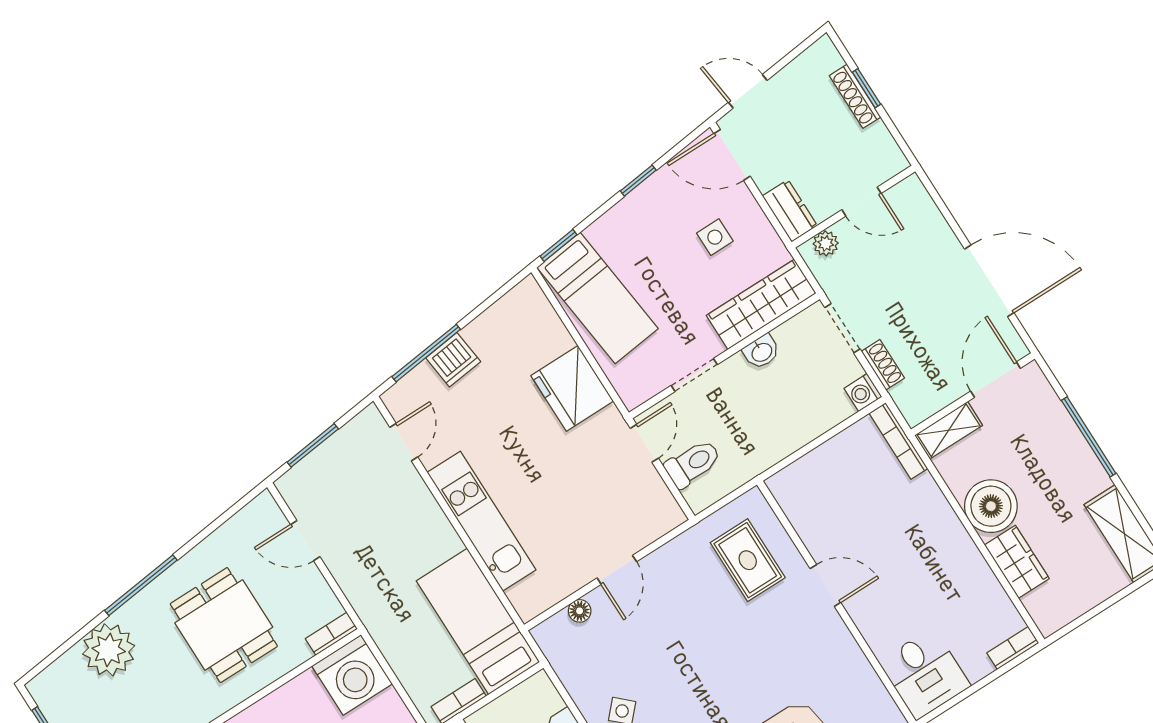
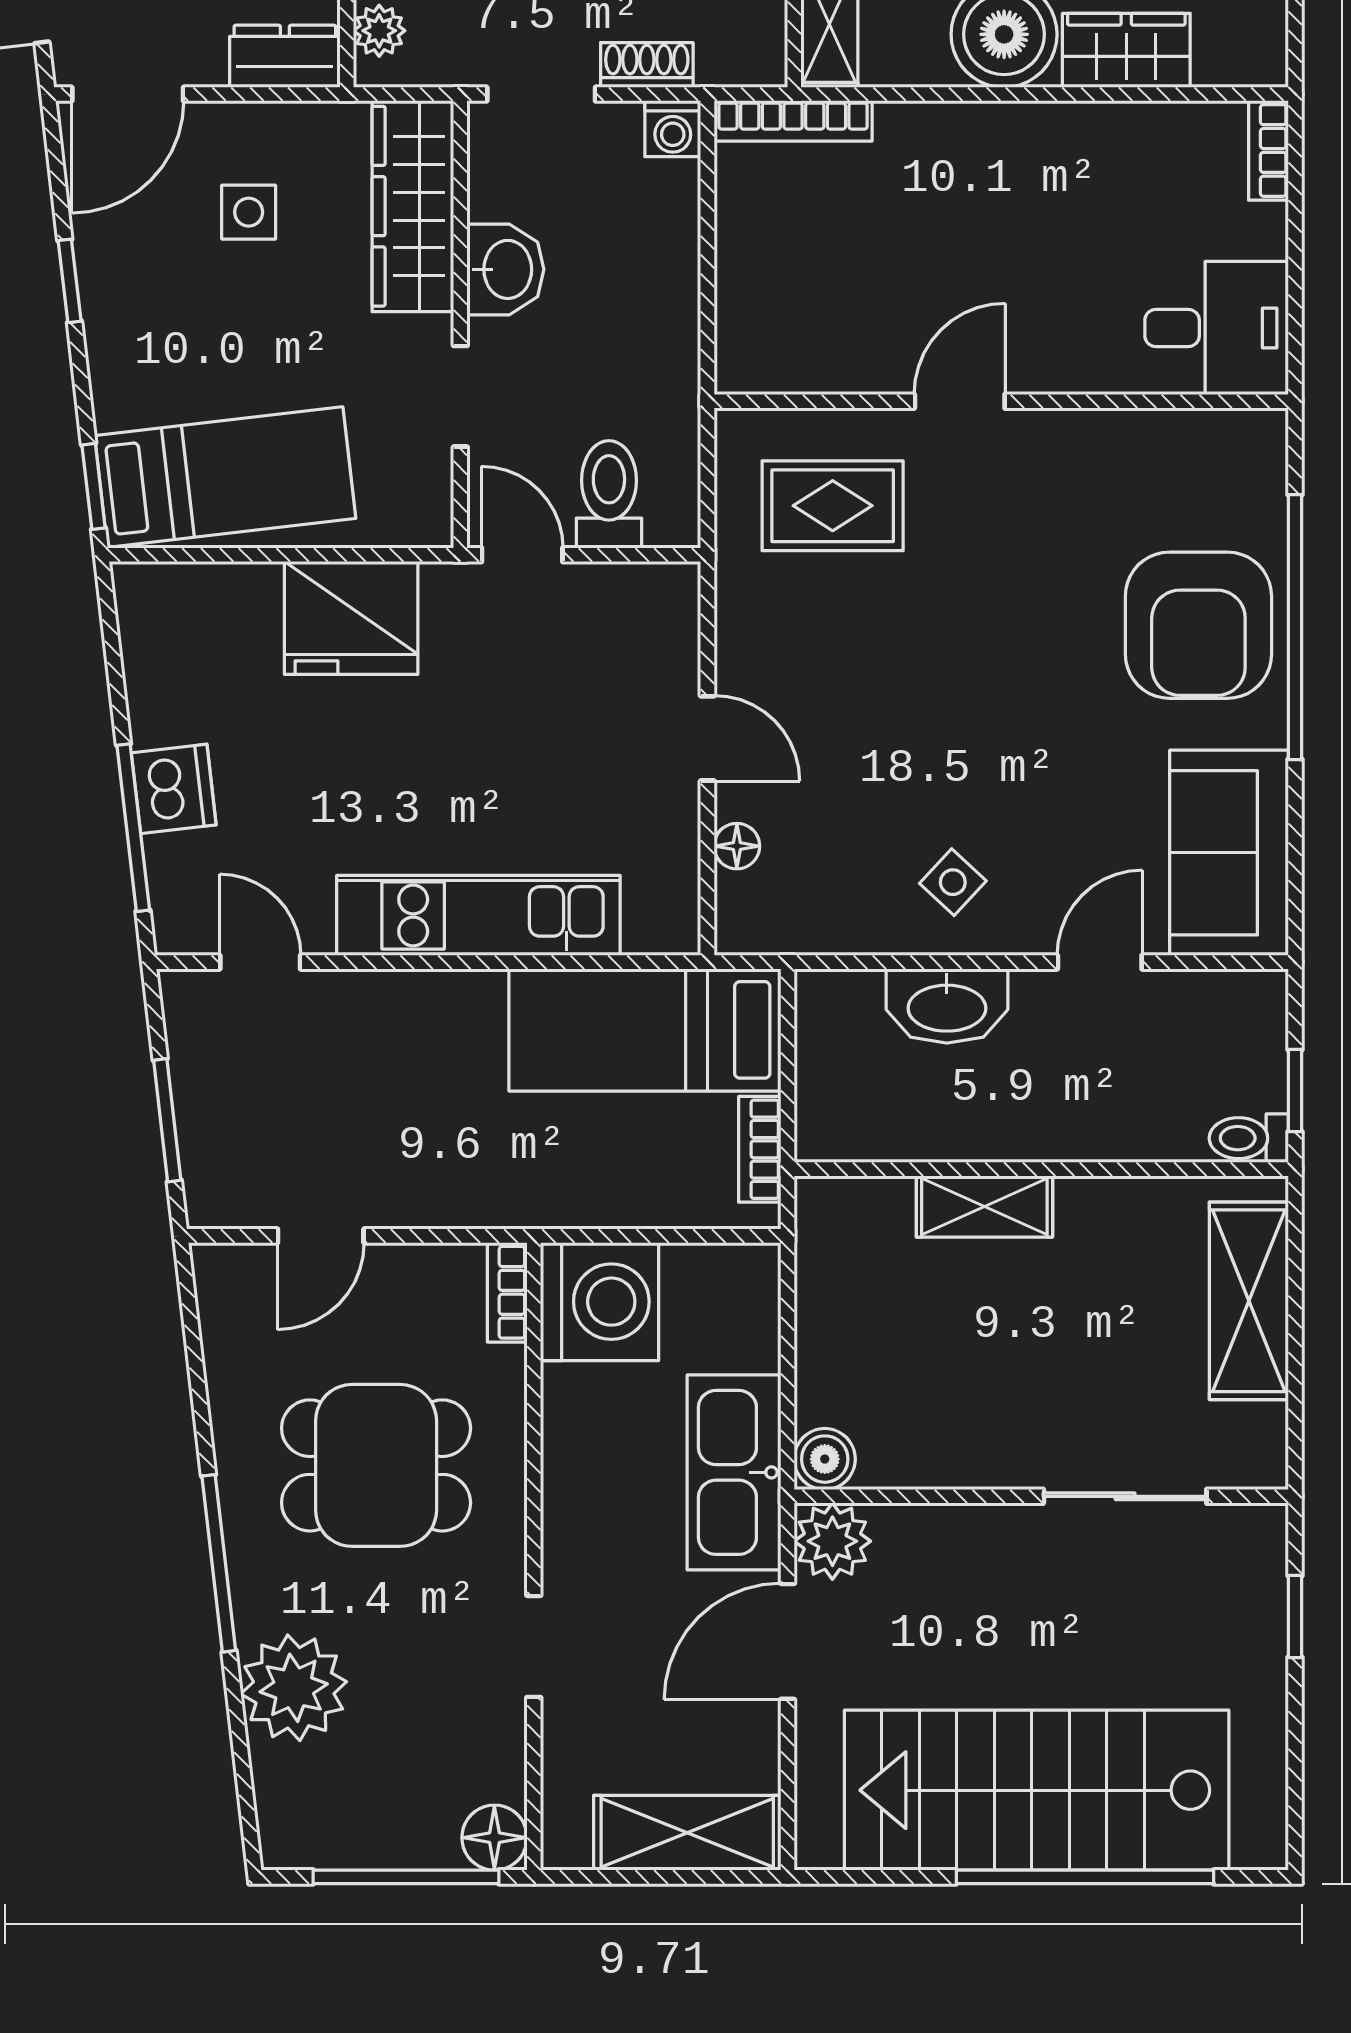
washbasin: (761, 352) -> (505, 269), width x1.38, depth x1.45

